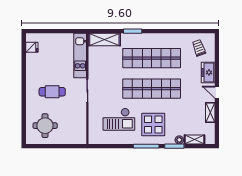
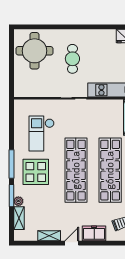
round table: (45, 126) -> (34, 51), width x1.36, depth x1.36

